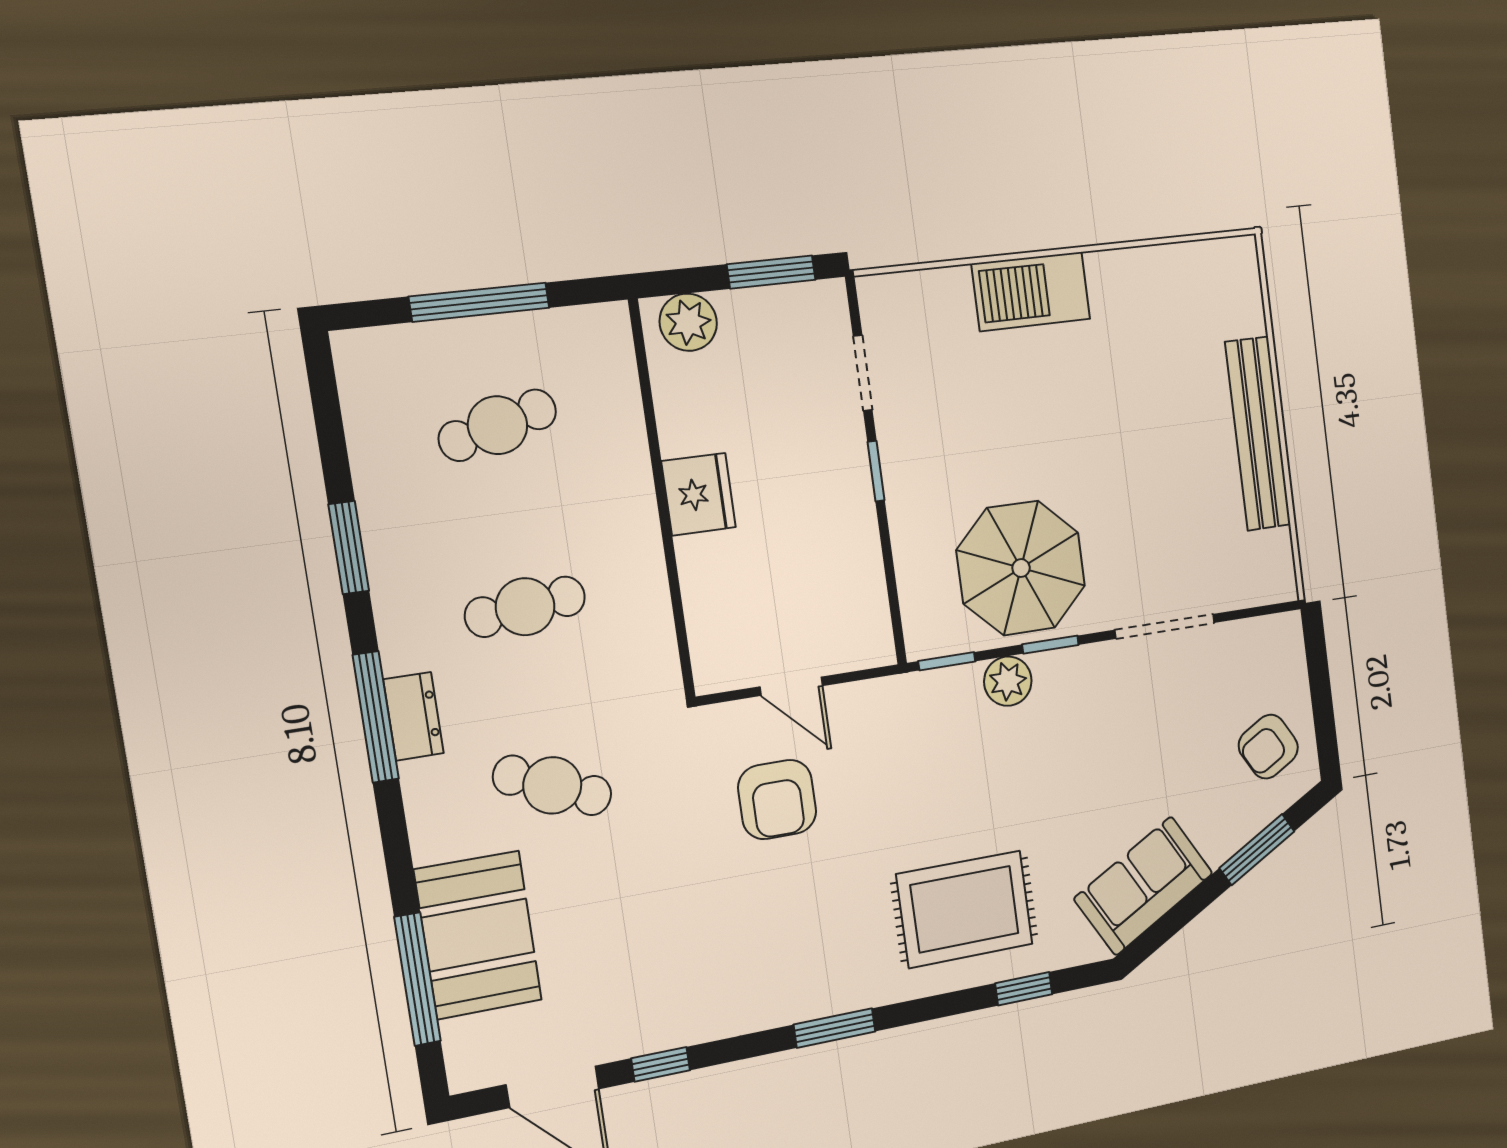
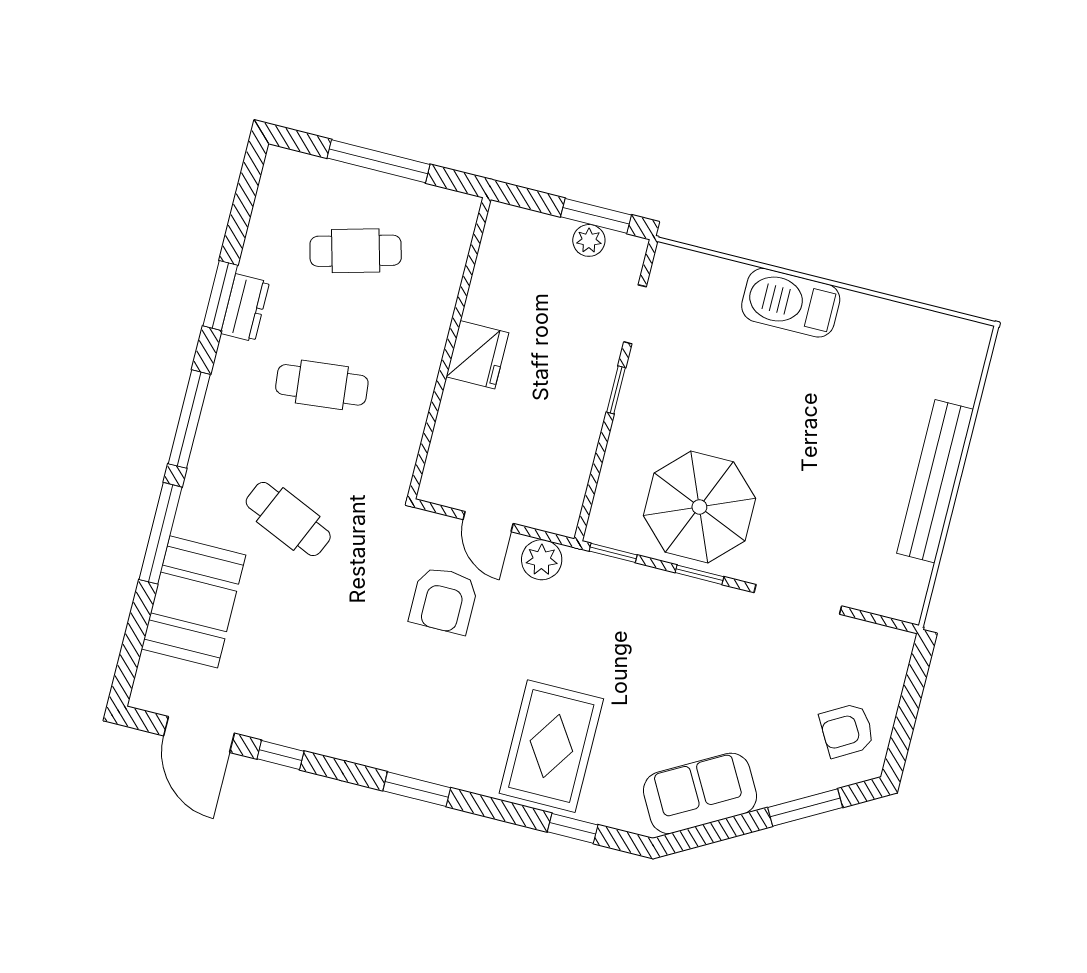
plant: (688, 322) -> (589, 240), moved, width x0.73, depth x0.73
plant: (1008, 681) -> (542, 560), moved
dresser: (414, 716) -> (245, 308), moved
rug: (965, 909) -> (551, 746), turned 90
window: (417, 979) -> (161, 533), moved

